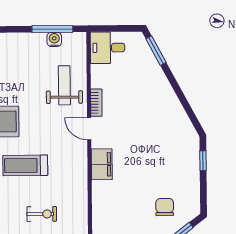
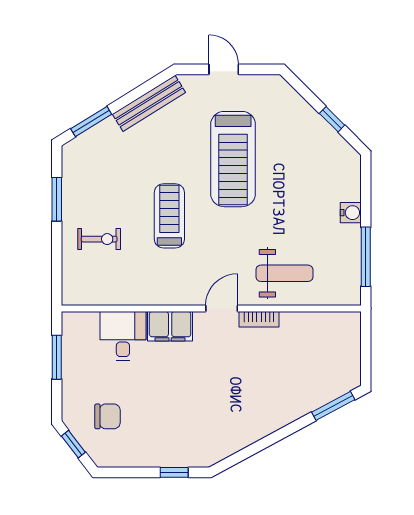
water cooler: (54, 39) -> (351, 213), moved
desk: (107, 48) -> (123, 336), moved
exercise bike: (42, 214) -> (99, 239), turned -90

